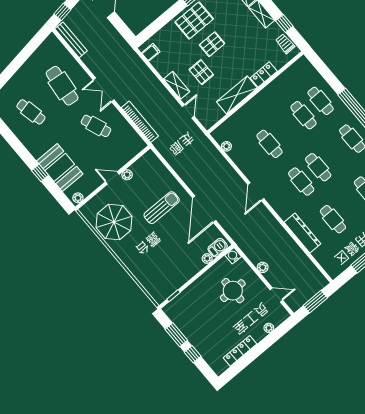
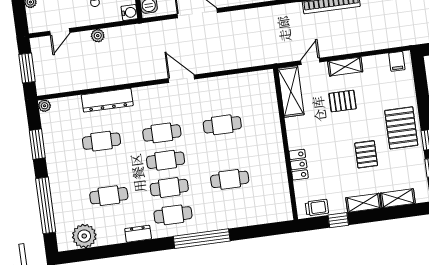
pallet: (212, 44) -> (366, 154), moved
shelving: (237, 95) -> (291, 91), moved
cafe table: (321, 101) -> (169, 188), moved
door: (188, 111) -> (310, 61), swing flipped
plant: (226, 146) -> (45, 106), moved

